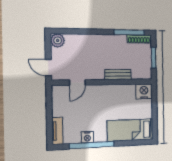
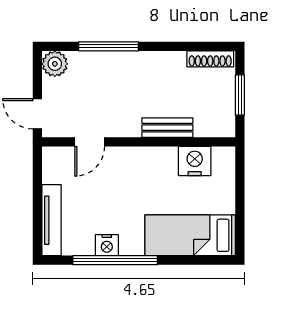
window: (129, 32) -> (108, 46), moved
nightstand: (144, 91) -> (195, 161), moved
tv unit: (57, 131) -> (52, 220), width x1.41

